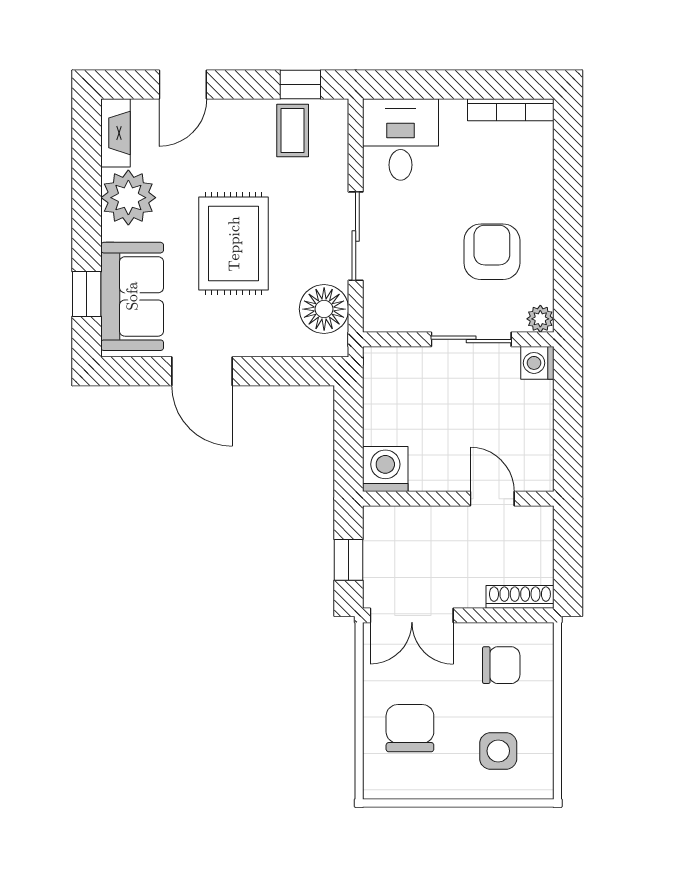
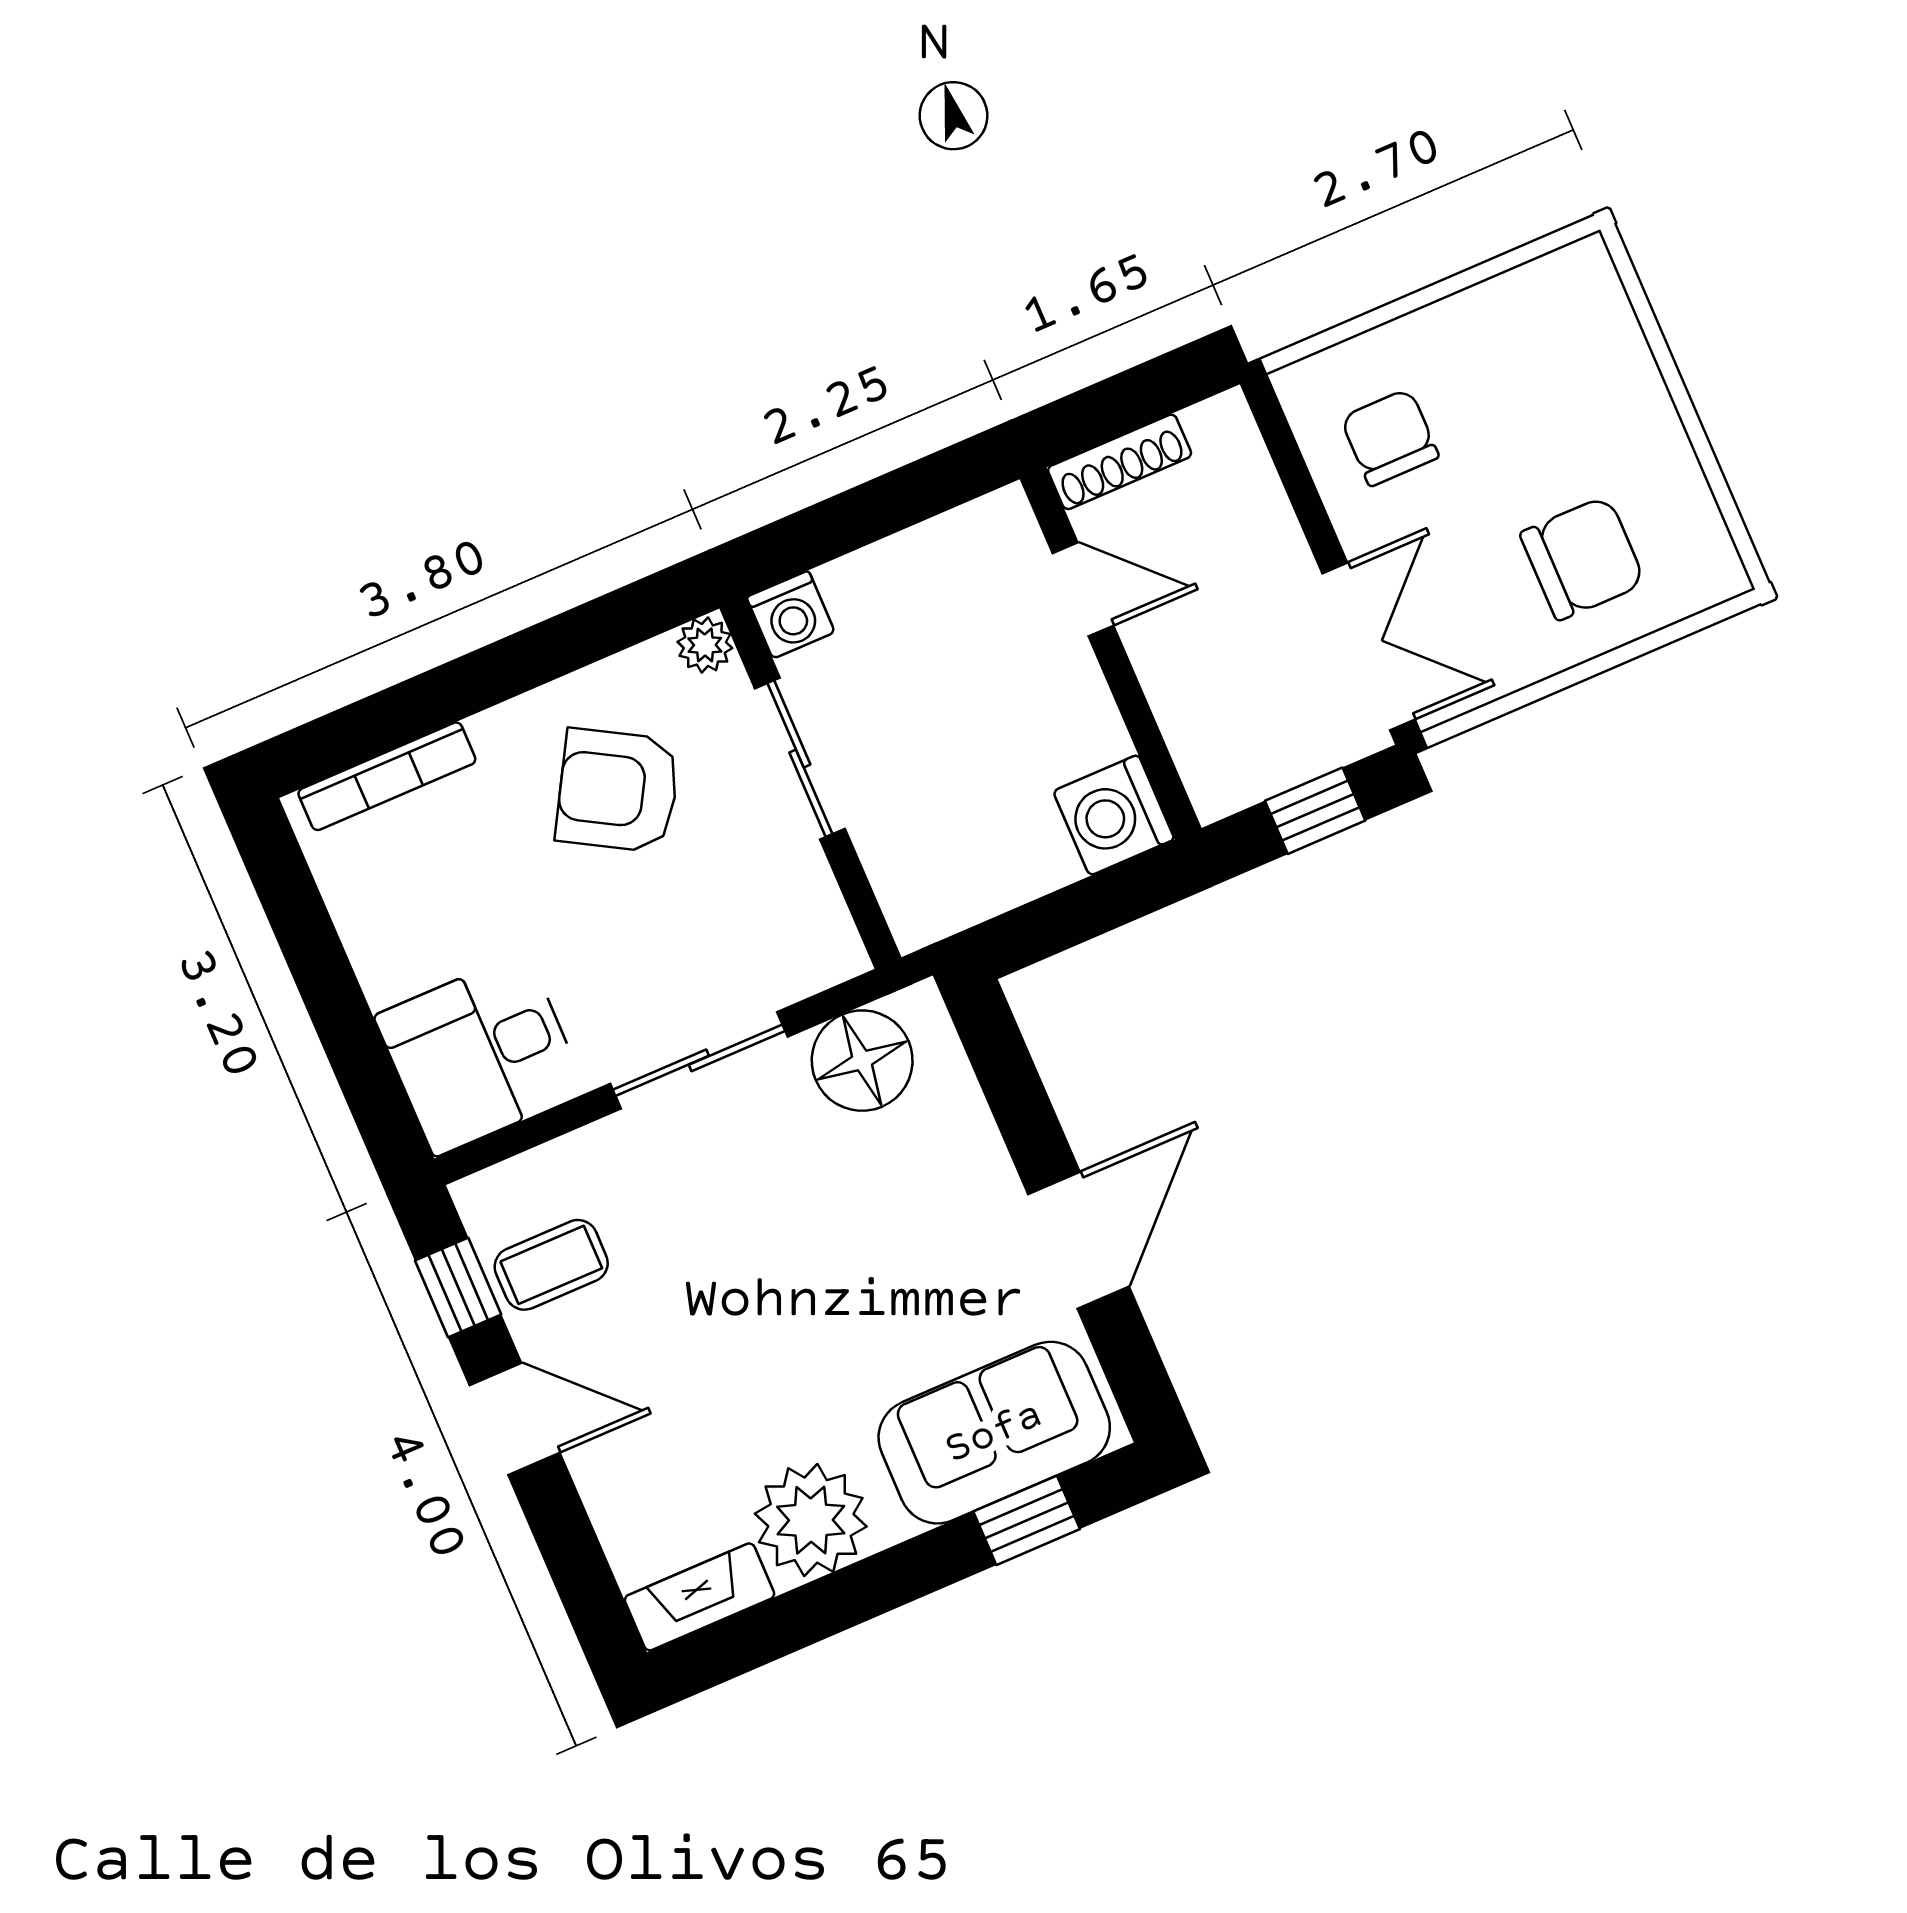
door: (183, 85) -> (515, 1419), moved
bookcase: (511, 110) -> (387, 776), moved, turned 90
rug: (234, 244) -> (812, 1284), removed
armchair: (492, 252) -> (618, 791), turned 30
door: (492, 499) -> (1083, 589), swing flipped
shoe rack: (520, 597) -> (1120, 462), moved, turned -90
chair: (410, 728) -> (1583, 558), turned 180
side table: (498, 751) -> (1554, 373), removed

